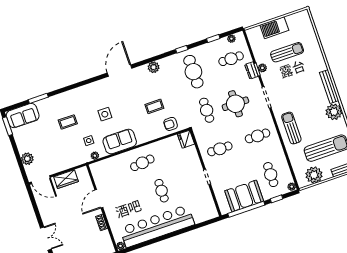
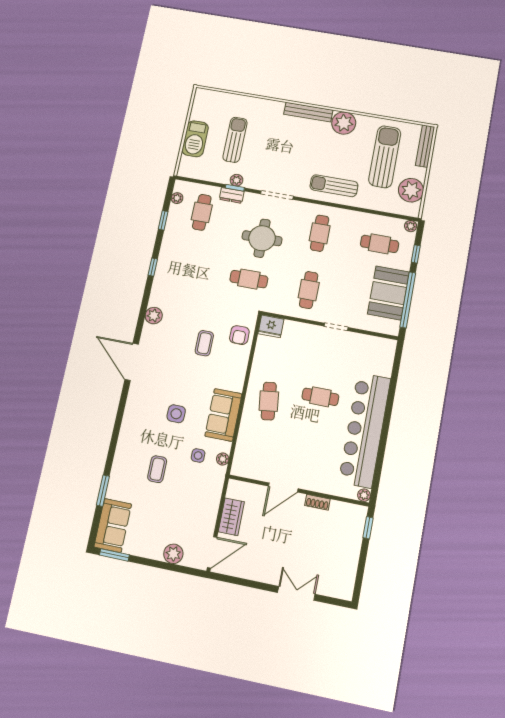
cafe table: (193, 72) -> (190, 268), removed
door: (99, 199) -> (283, 487), hinge flipped

